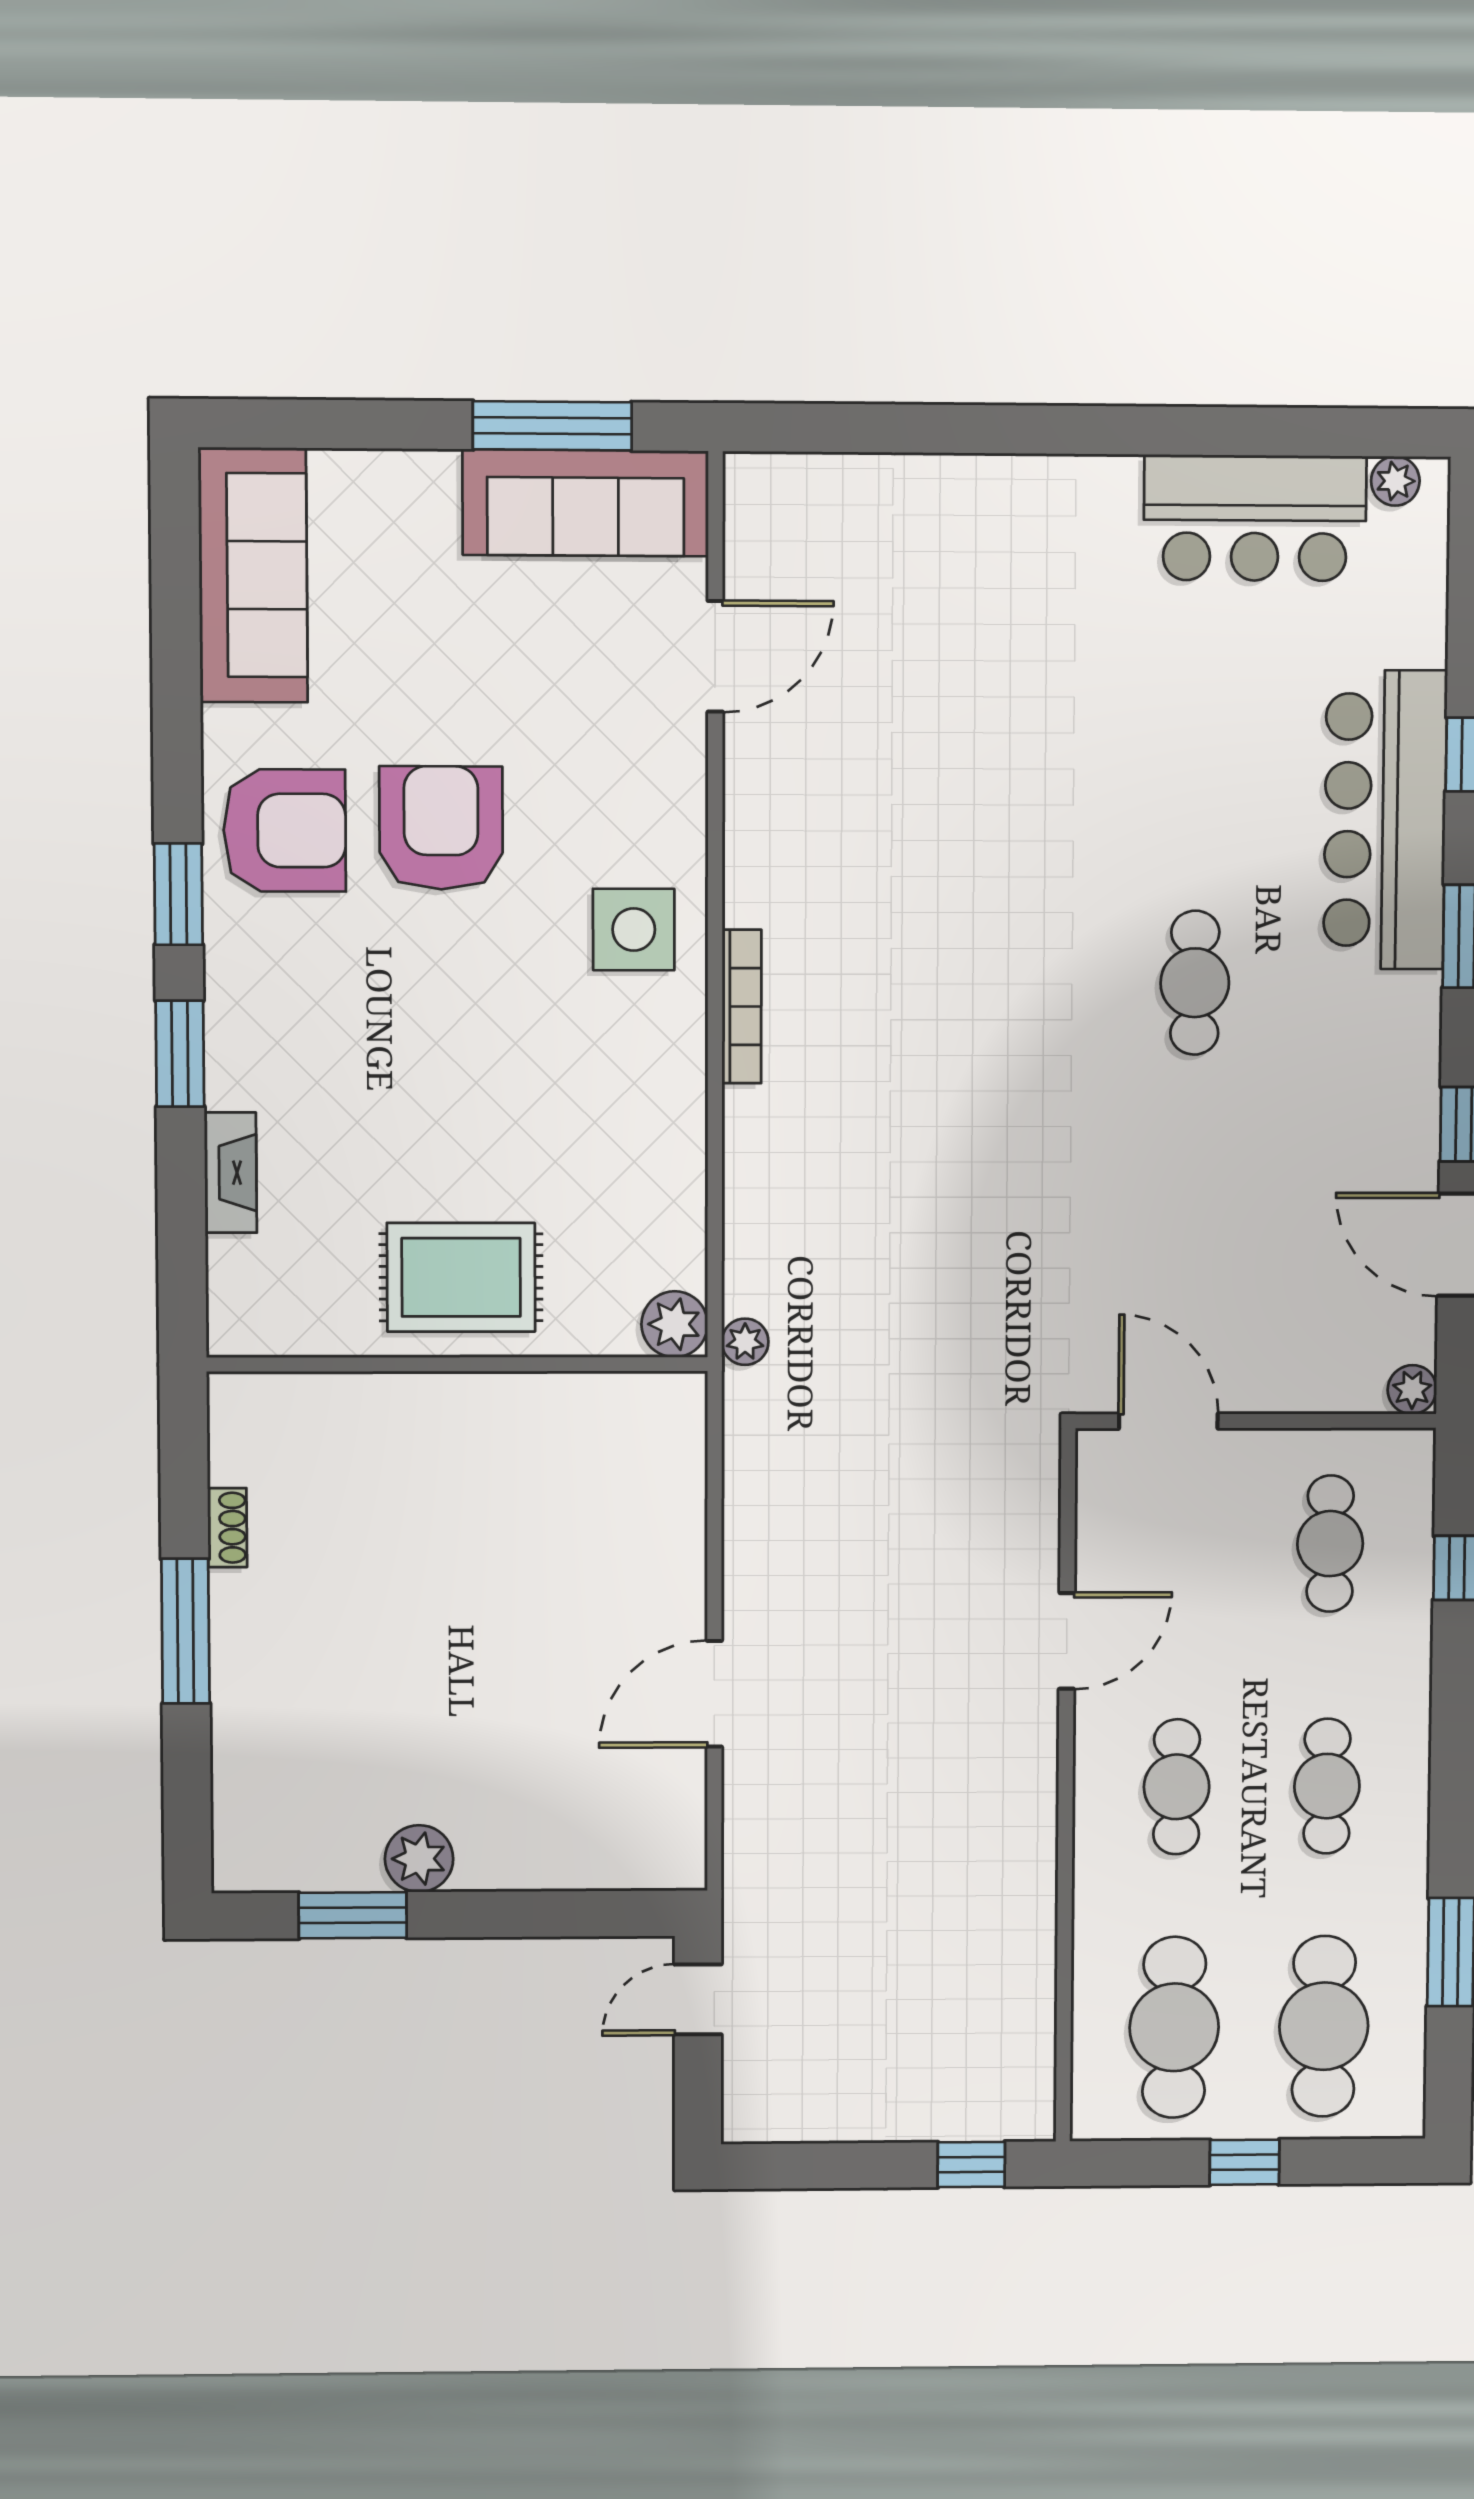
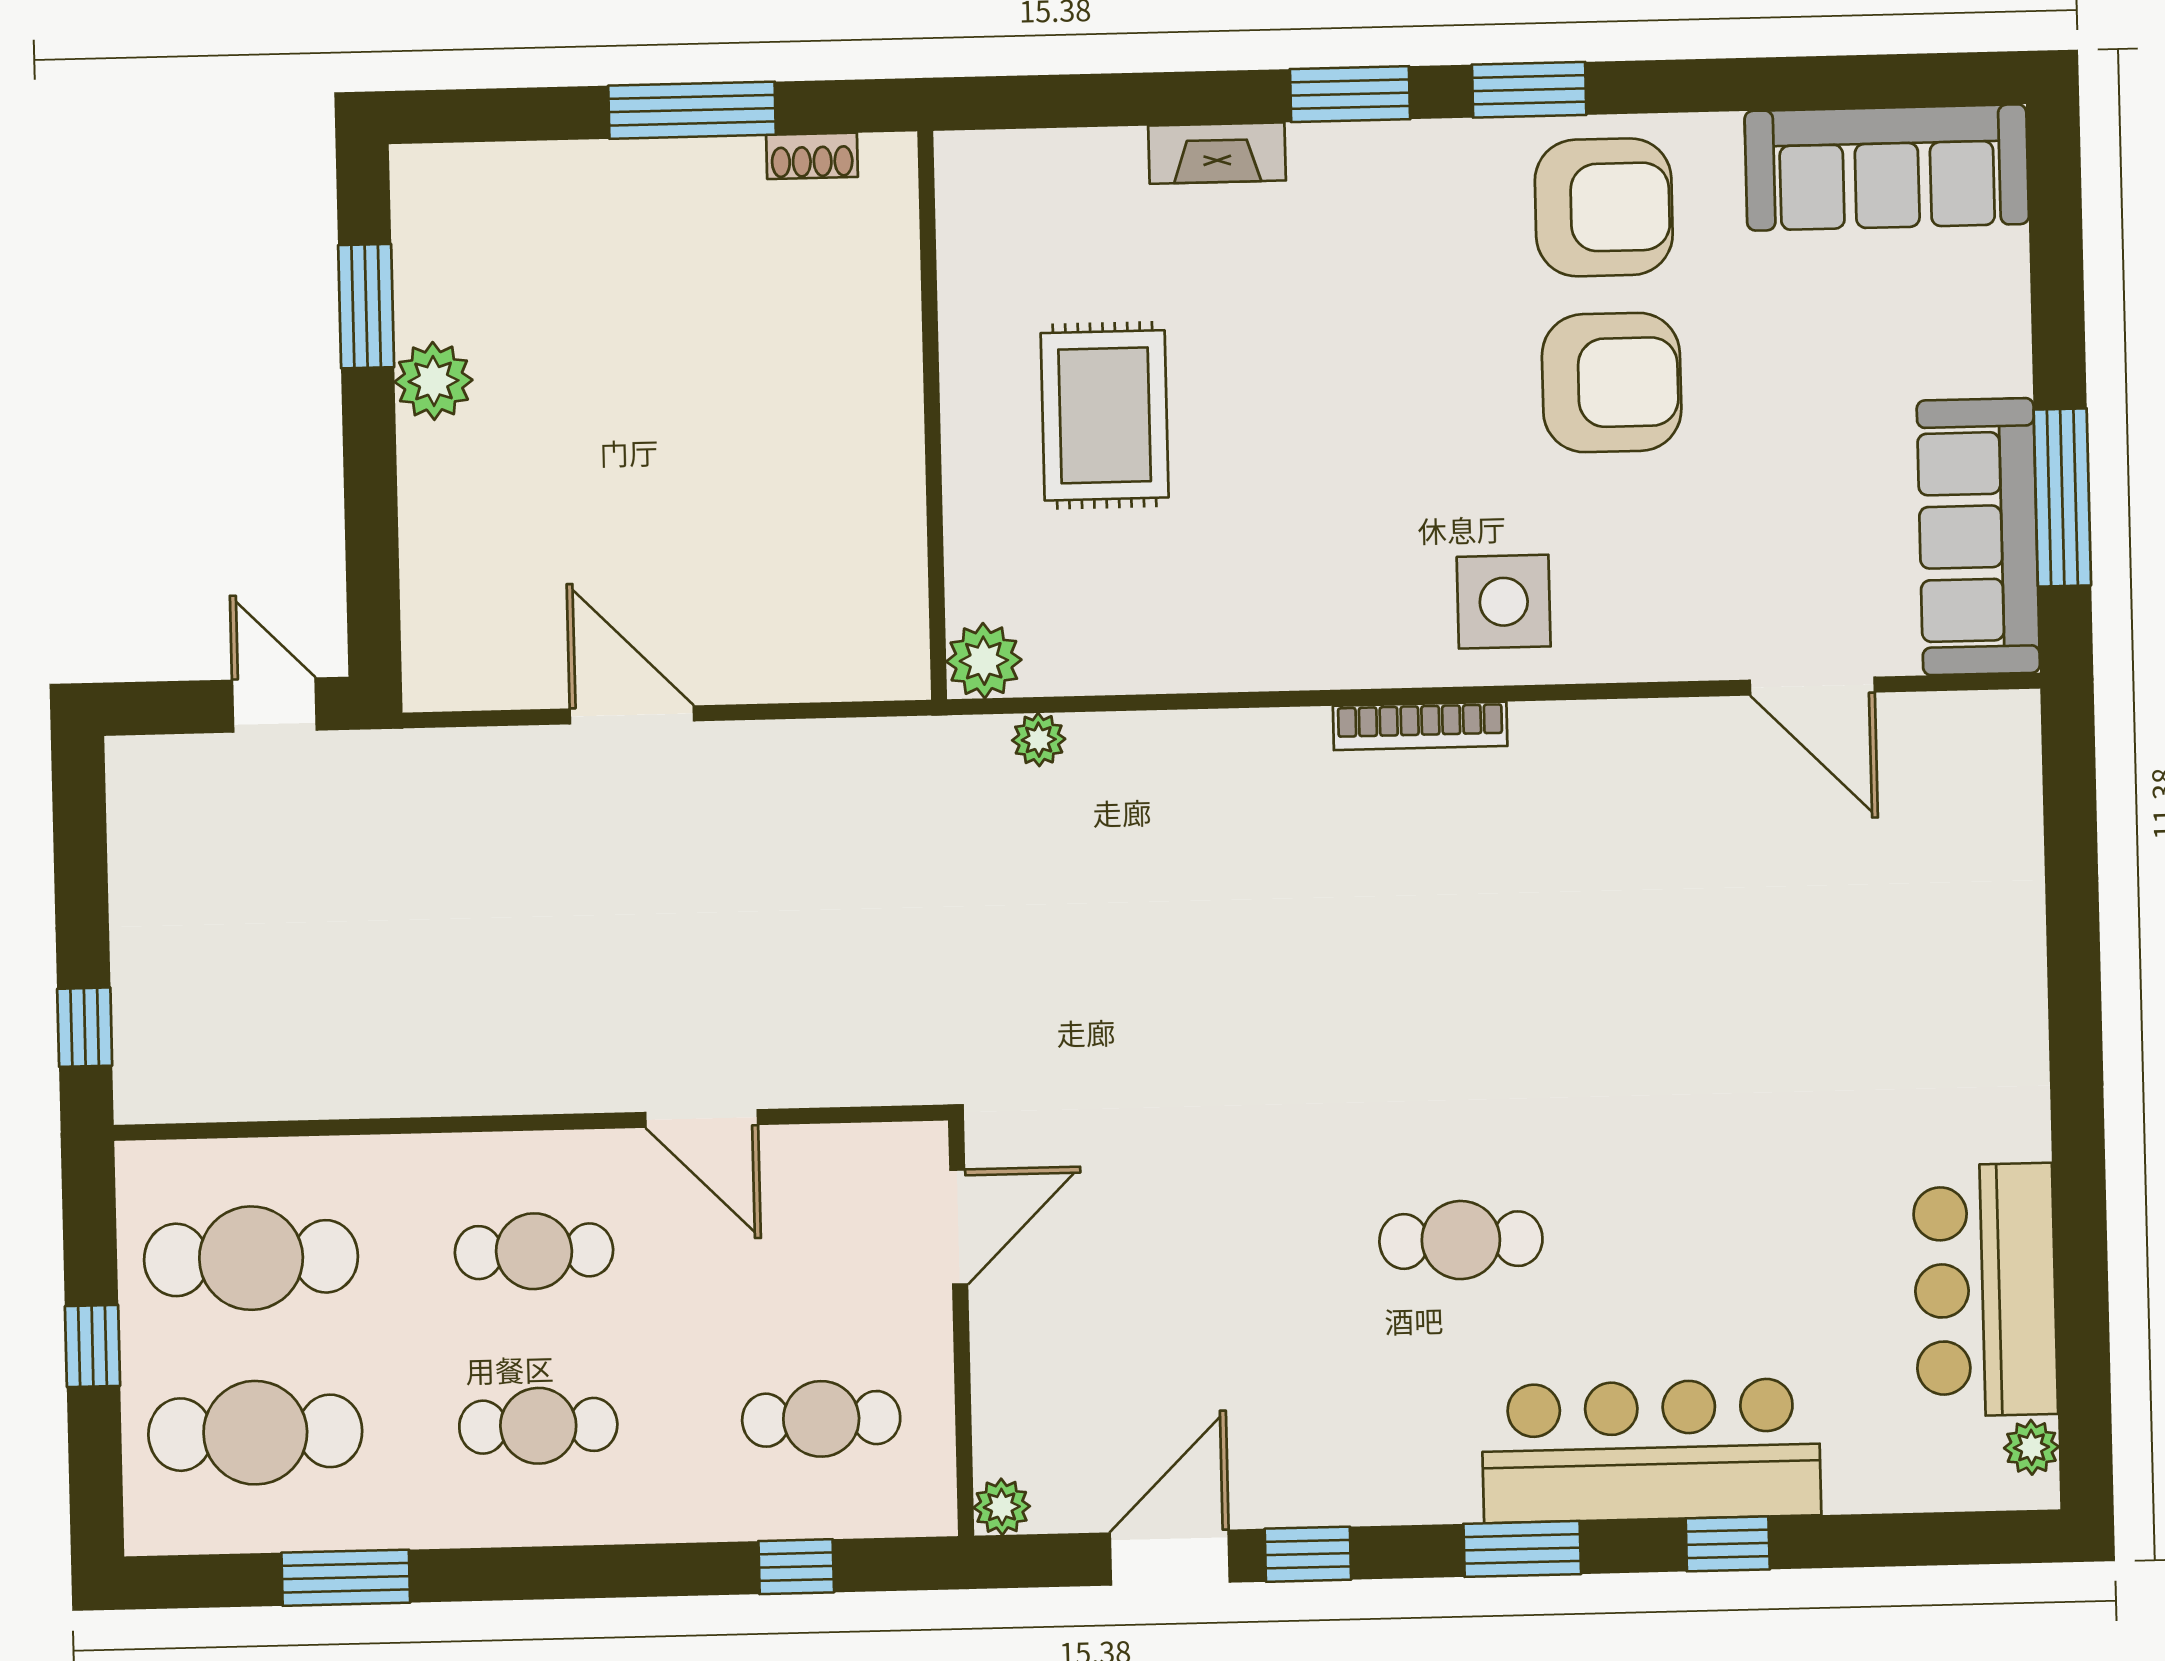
armchair: (285, 830) -> (1604, 207), turned -90
plant: (675, 1324) -> (984, 661), moved
wall: (458, 1364) -> (932, 415), moved

